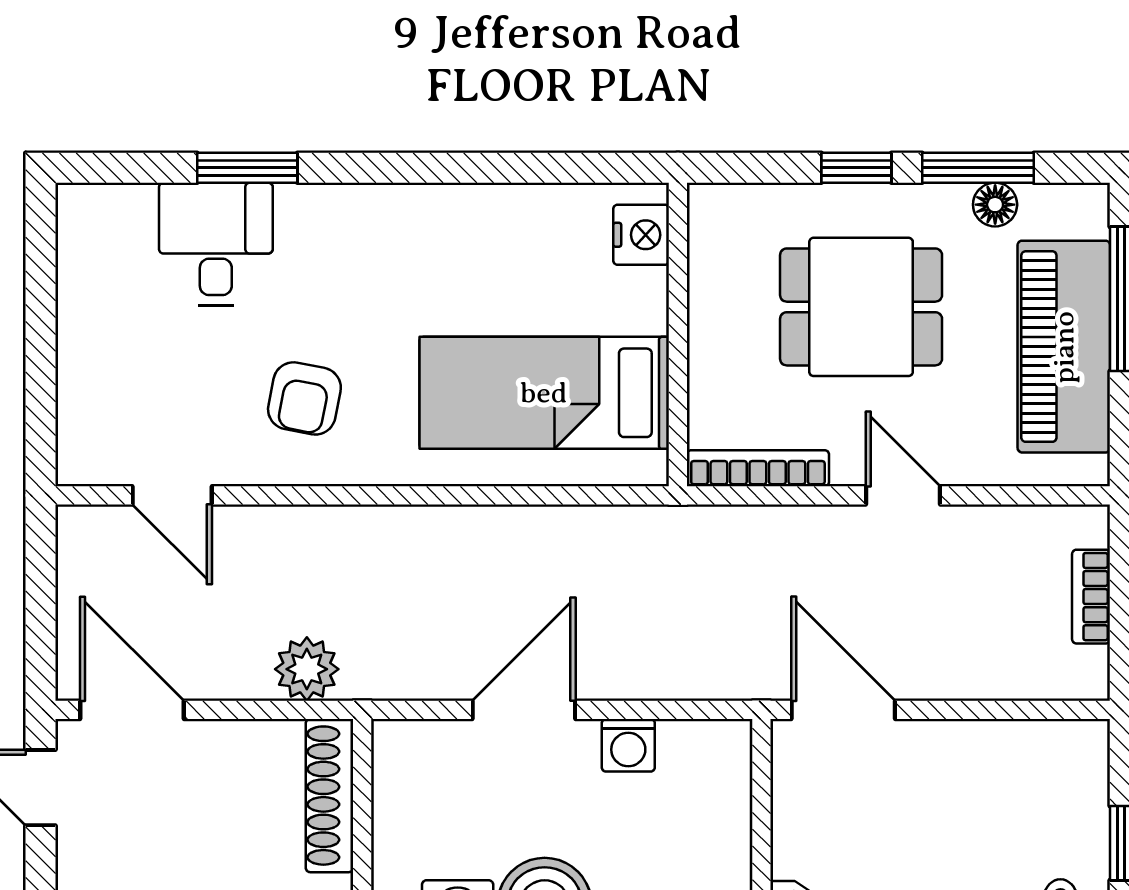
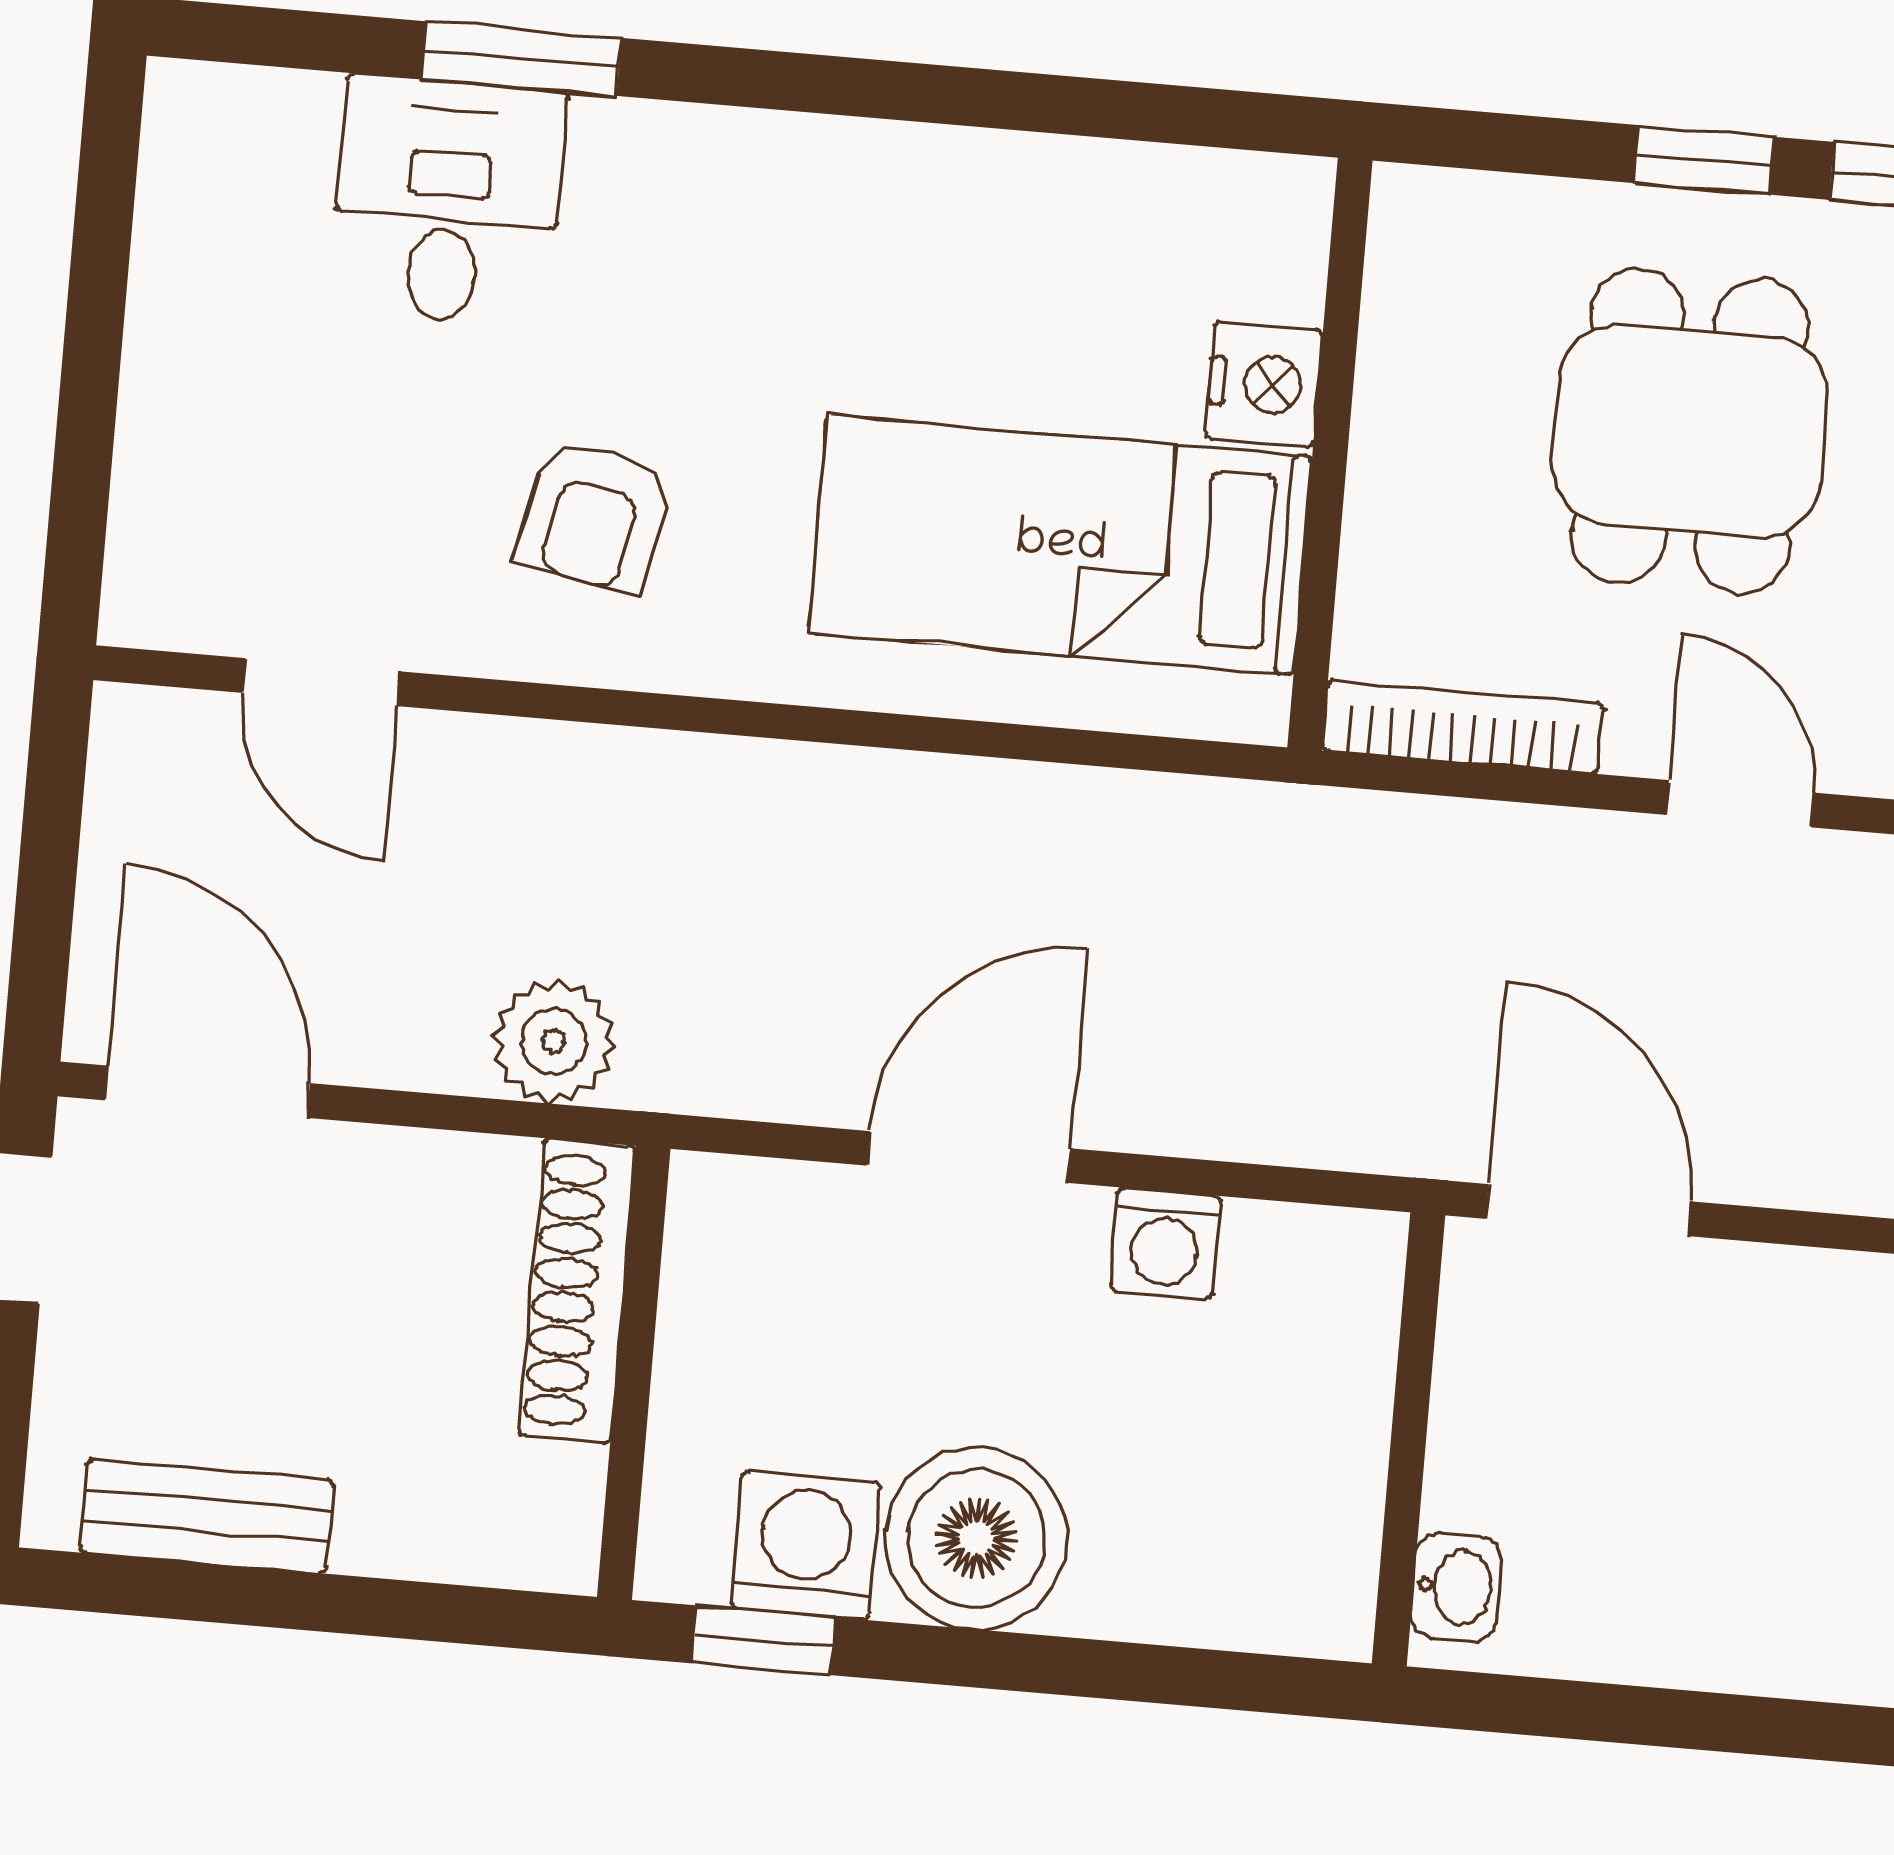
nightstand: (641, 235) -> (1264, 384), moved
dining table: (861, 307) -> (1690, 431), turned 90

